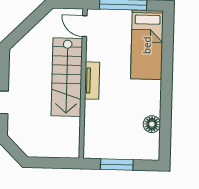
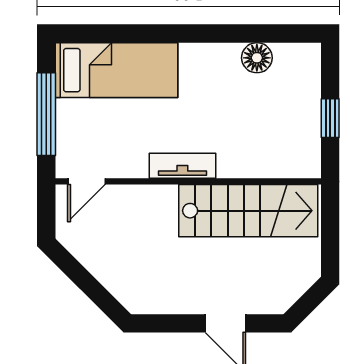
stairs: (67, 77) -> (248, 211), moved
window: (117, 165) -> (330, 118), width x0.67

